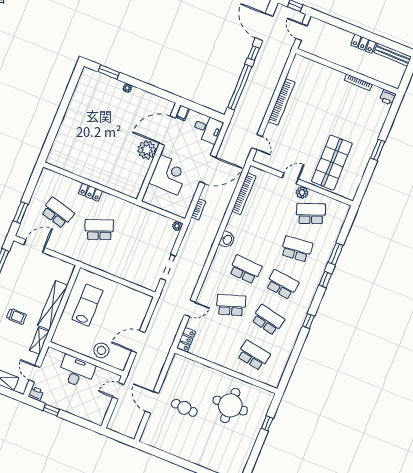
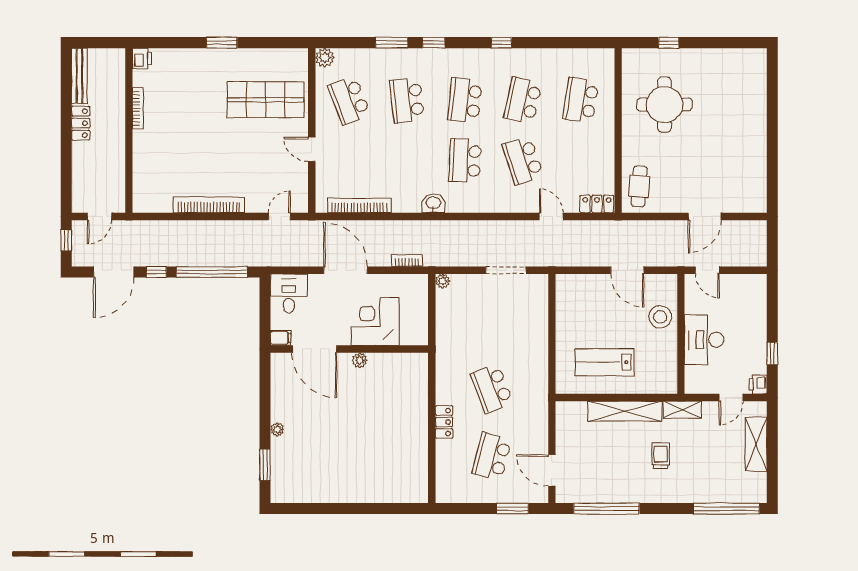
plant: (147, 150) -> (360, 360), width x0.53, depth x0.53
plant: (302, 193) -> (325, 58), moved
cafe table: (184, 408) -> (639, 186), moved

